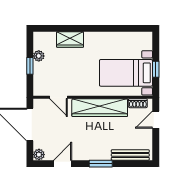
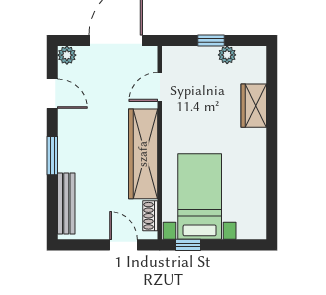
window: (156, 69) -> (188, 245), moved

